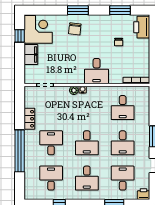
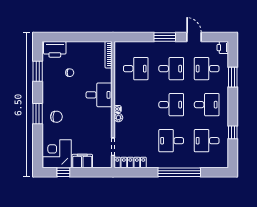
locker: (29, 119) -> (130, 162), moved, width x1.53

